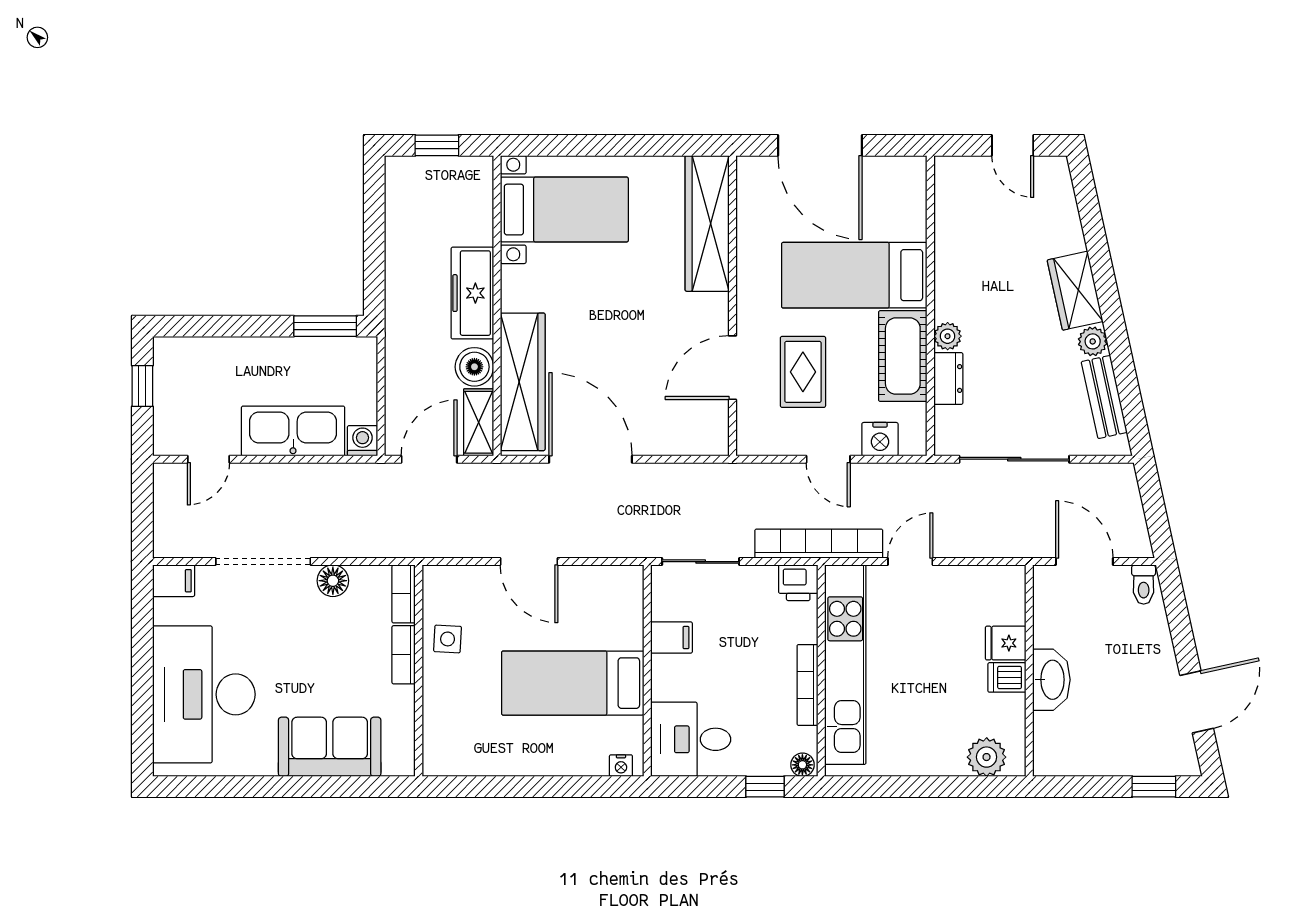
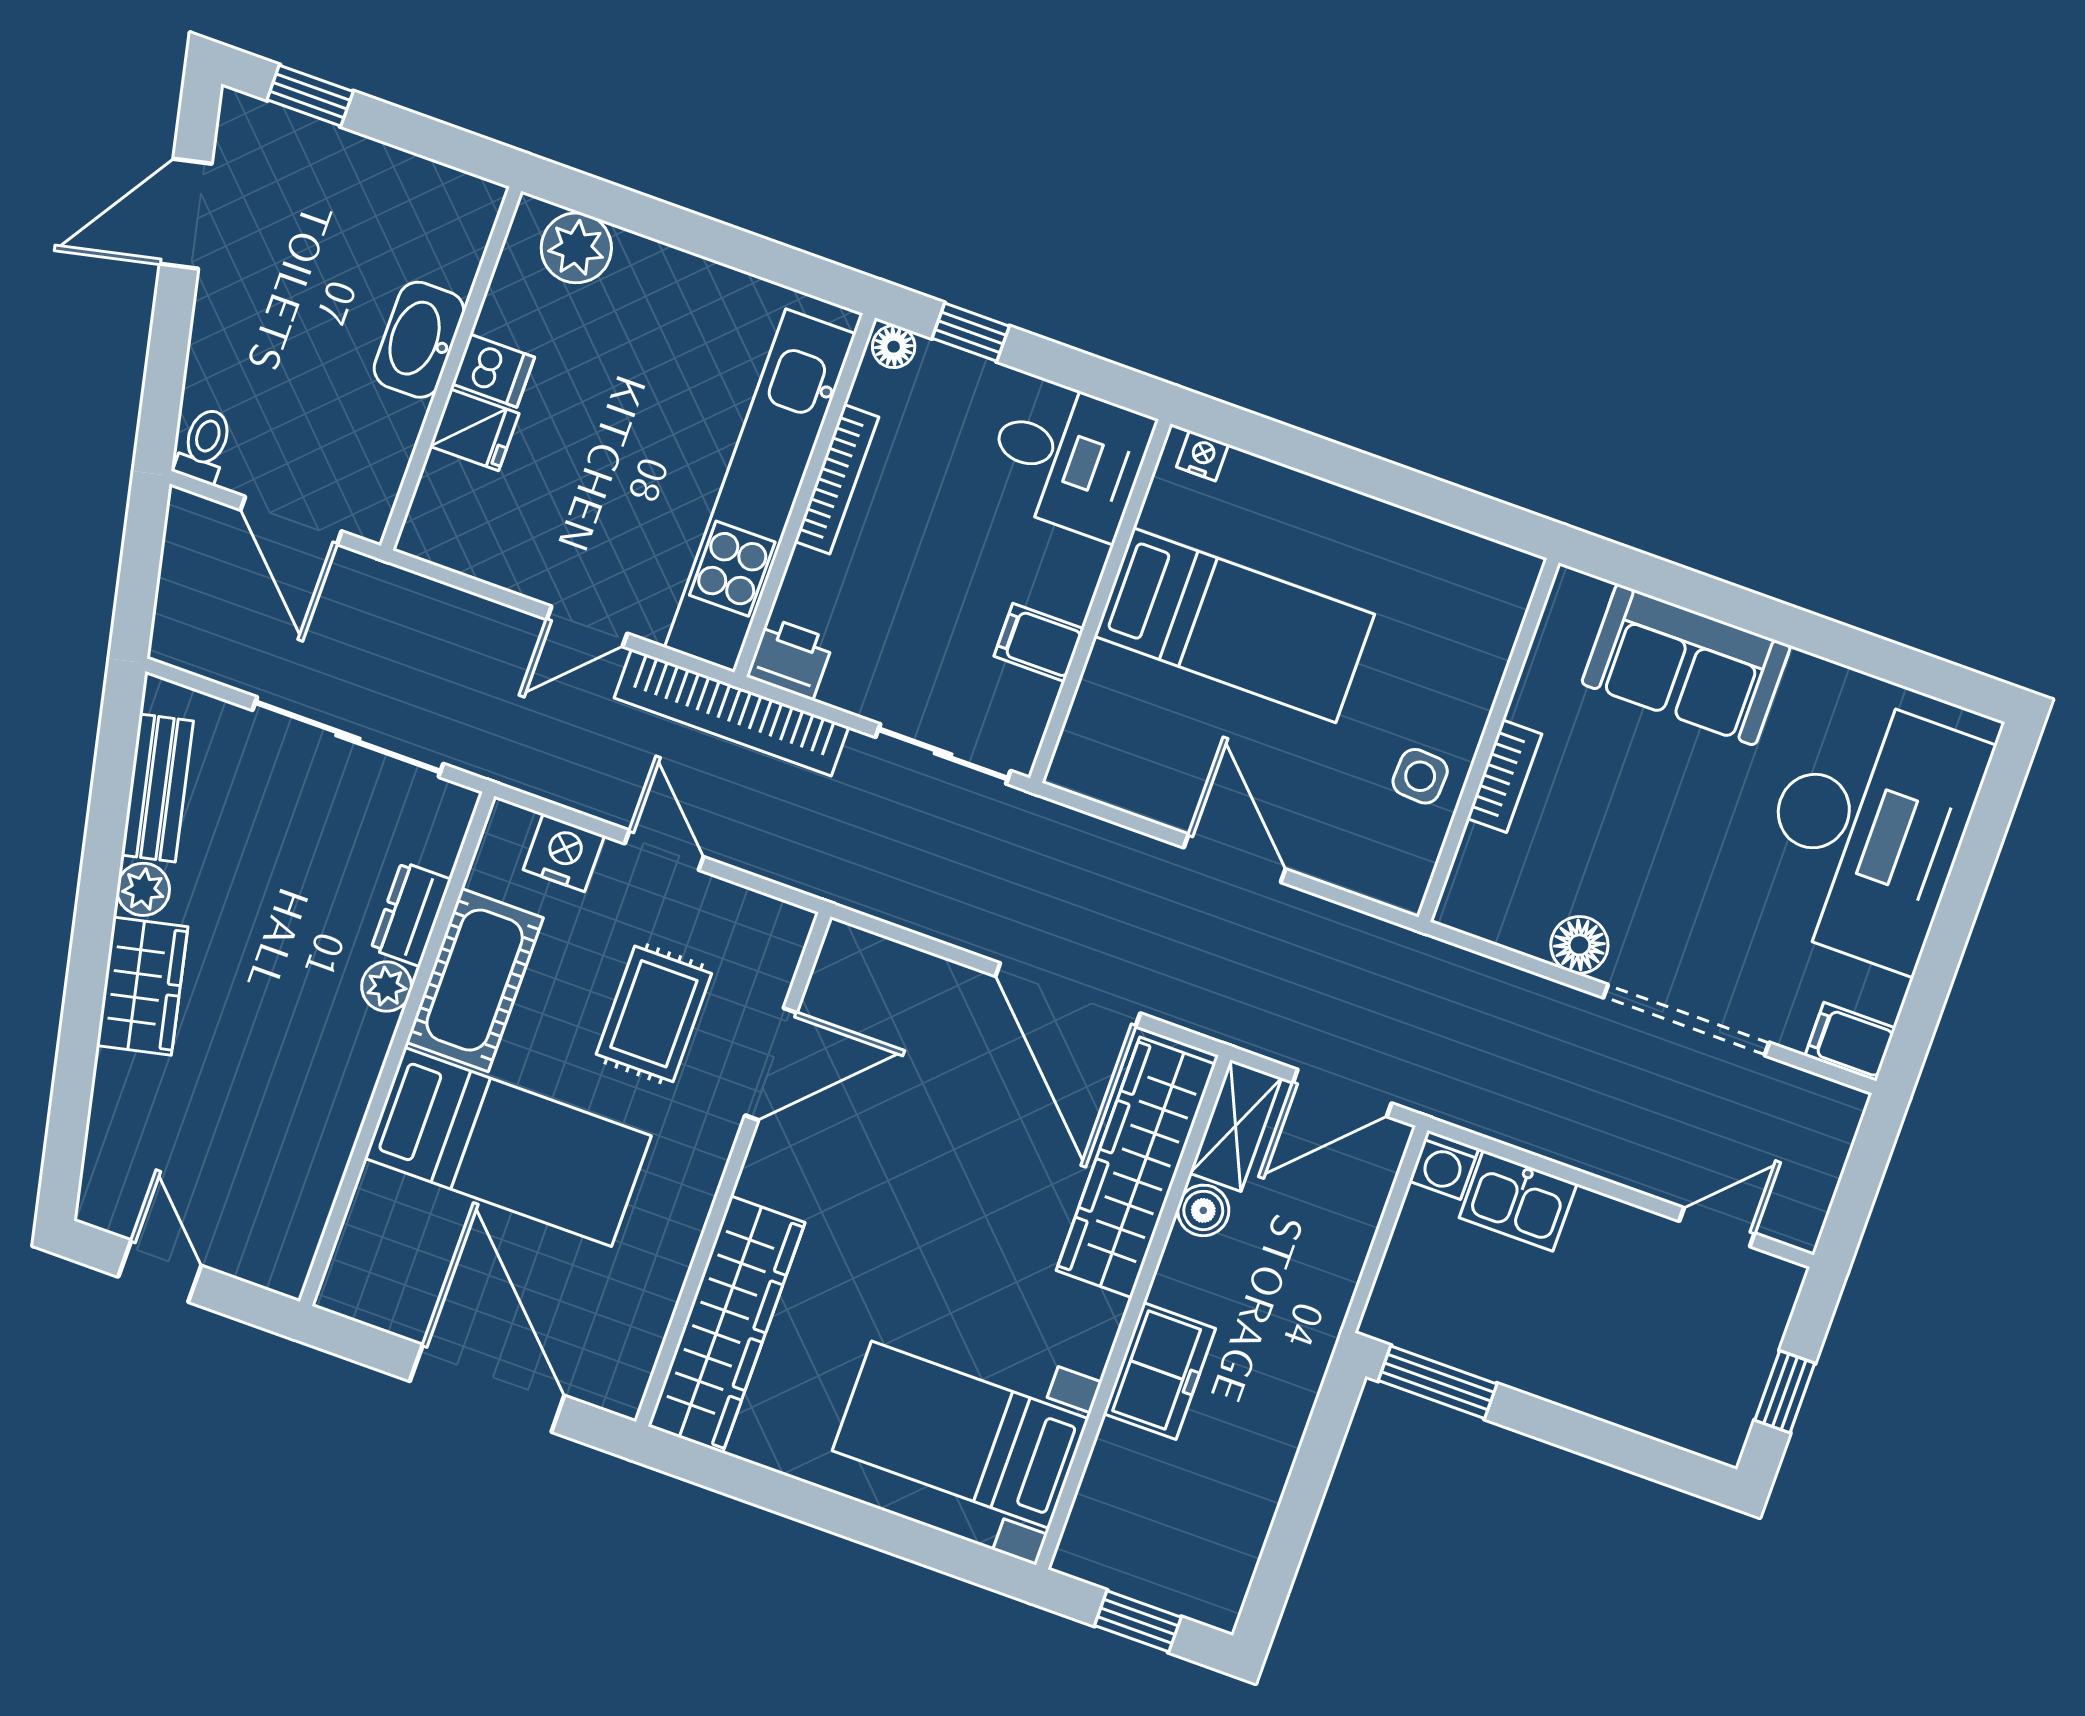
freezer: (472, 293) -> (1160, 1371), width x0.71
boiler: (474, 367) -> (1203, 1210), width x0.73, depth x0.73
kitchen sink: (293, 431) -> (1518, 1201), width x0.53, depth x0.81
bookcase: (404, 594) -> (1467, 879), removed

